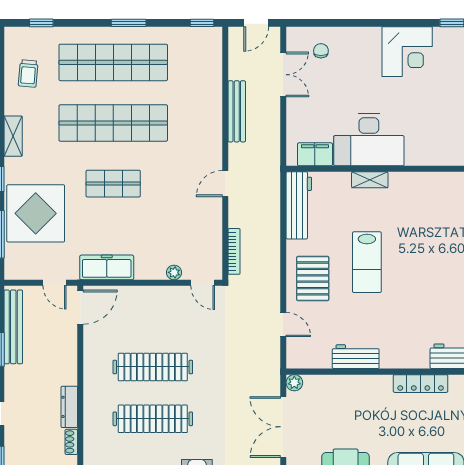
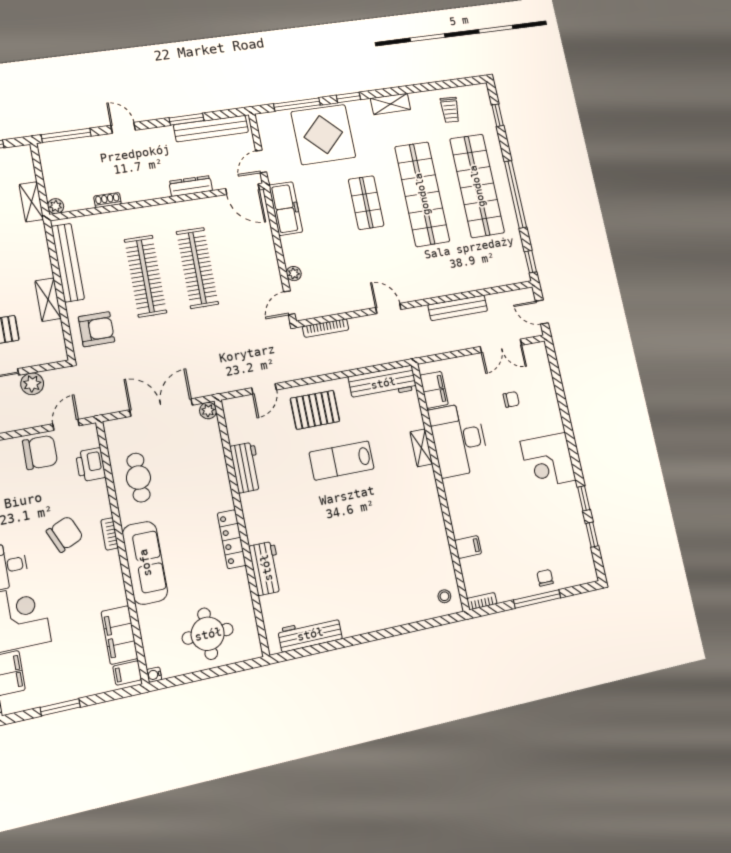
window: (129, 23) -> (515, 194), width x2.11
chair: (321, 51) -> (511, 399), moved
trolley: (28, 73) -> (450, 110), turned -92
dresser: (69, 407) -> (191, 186), moved

